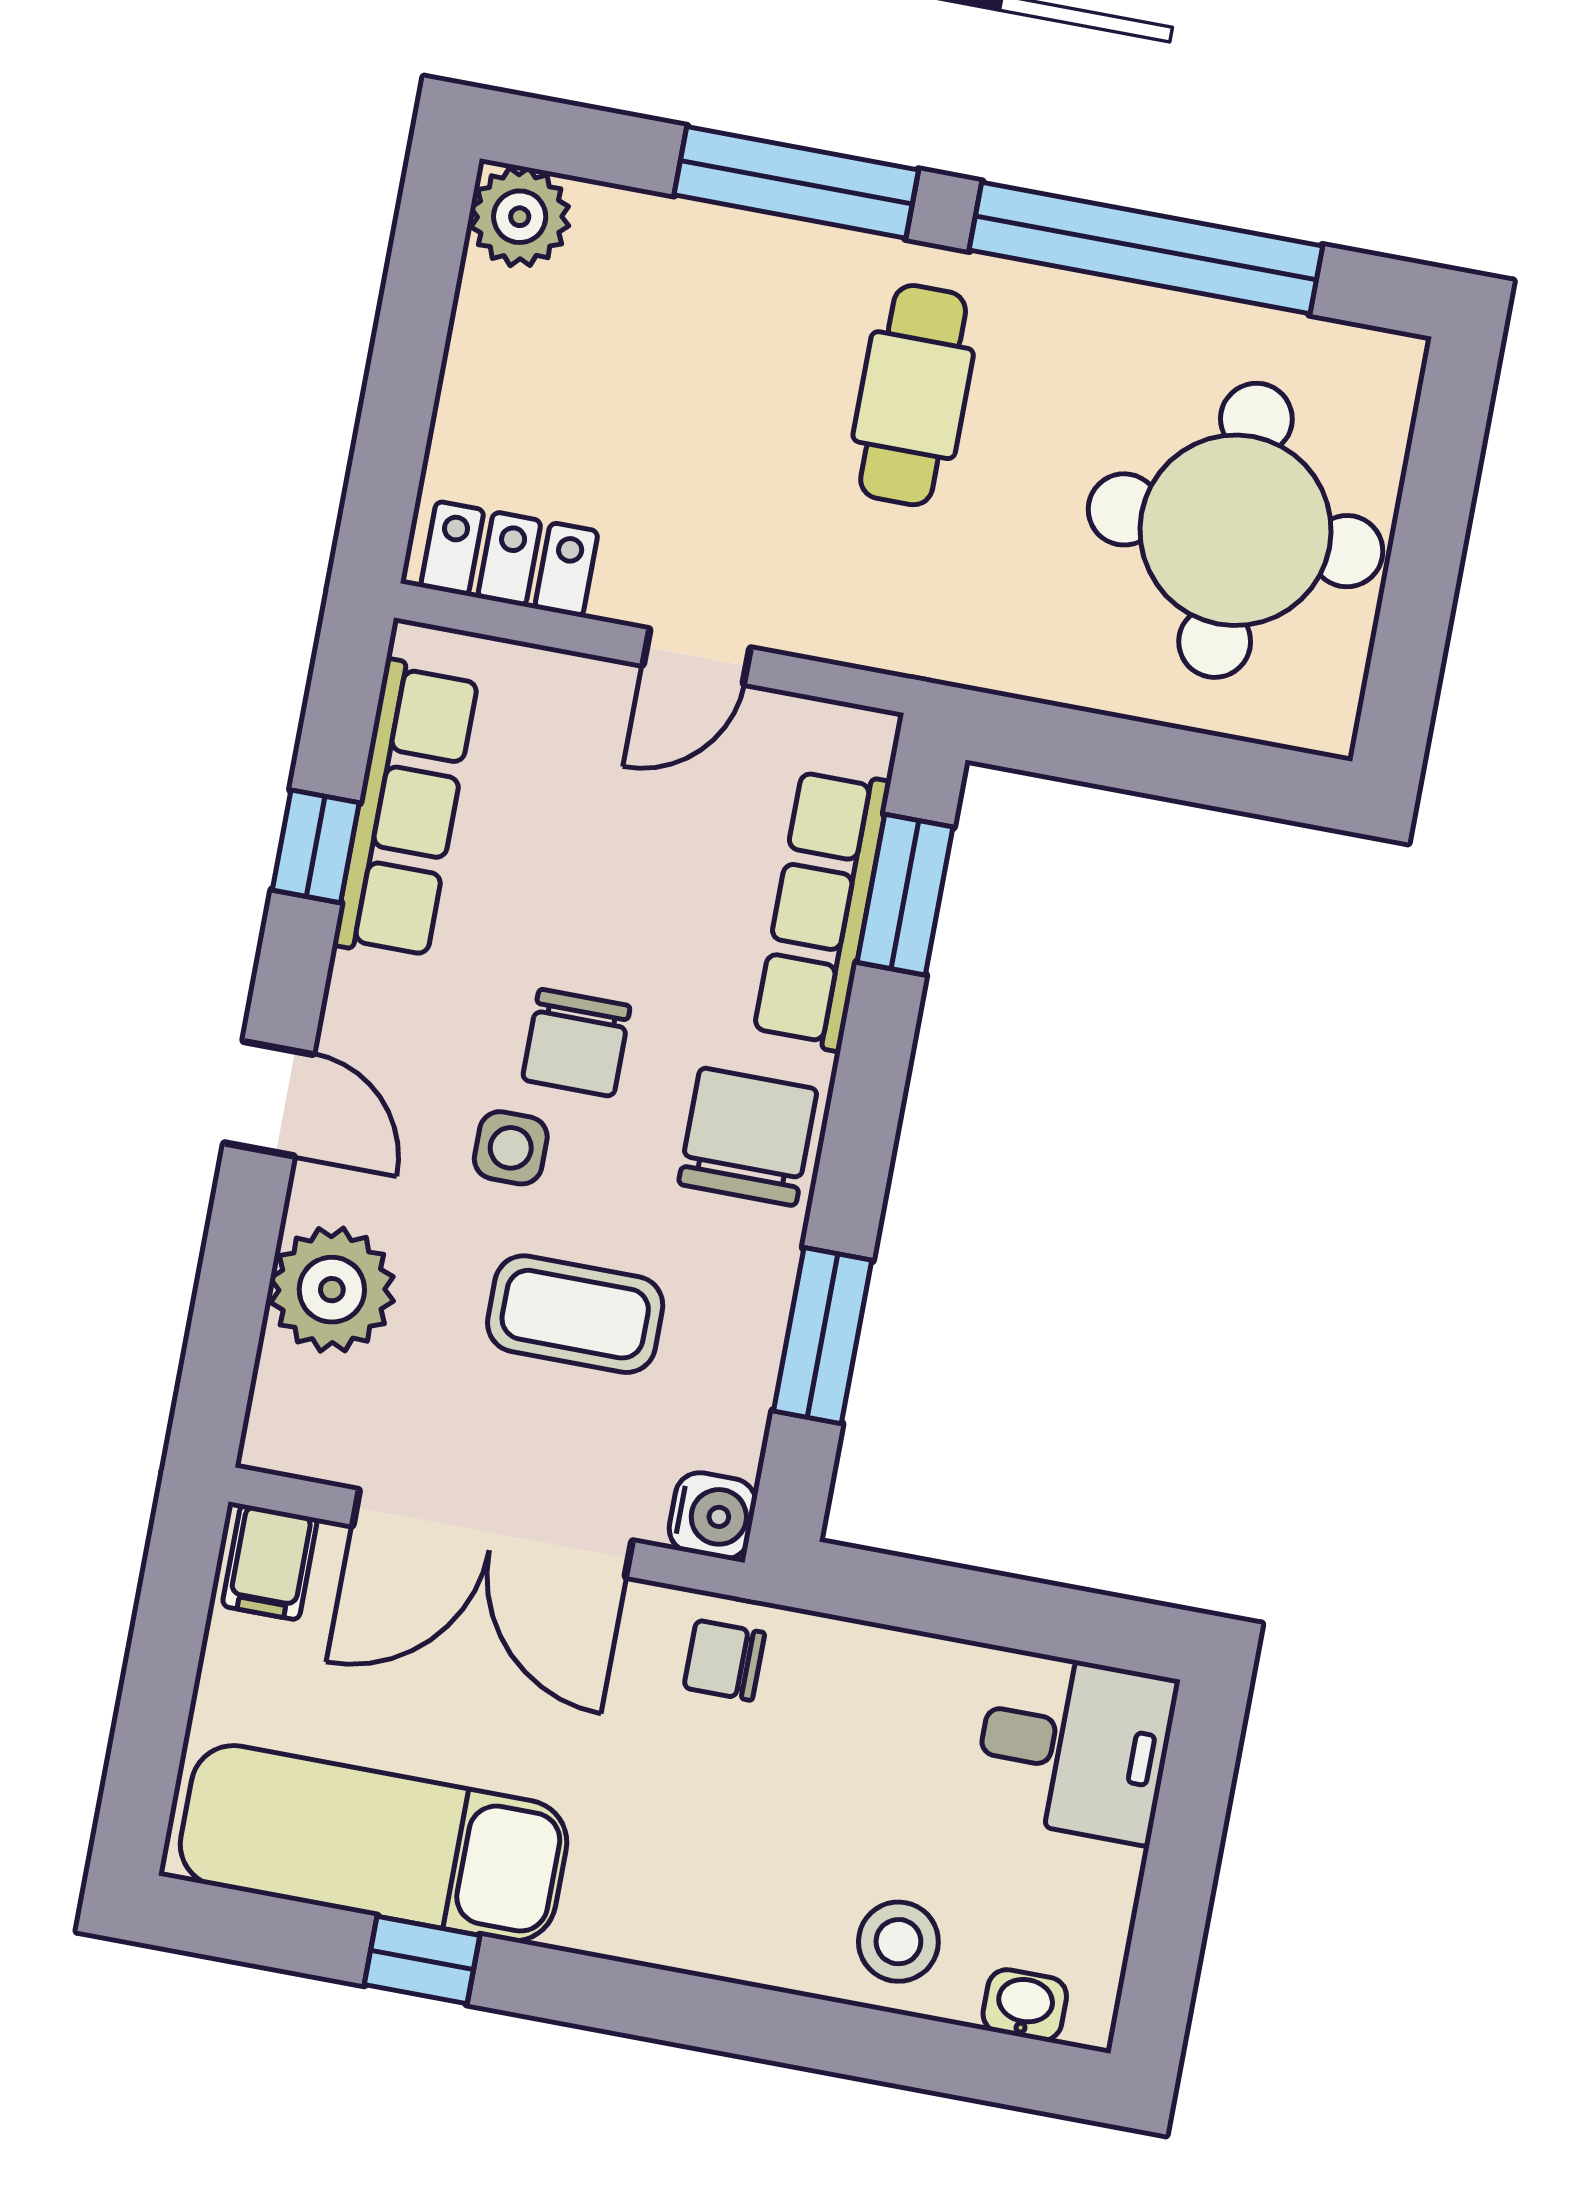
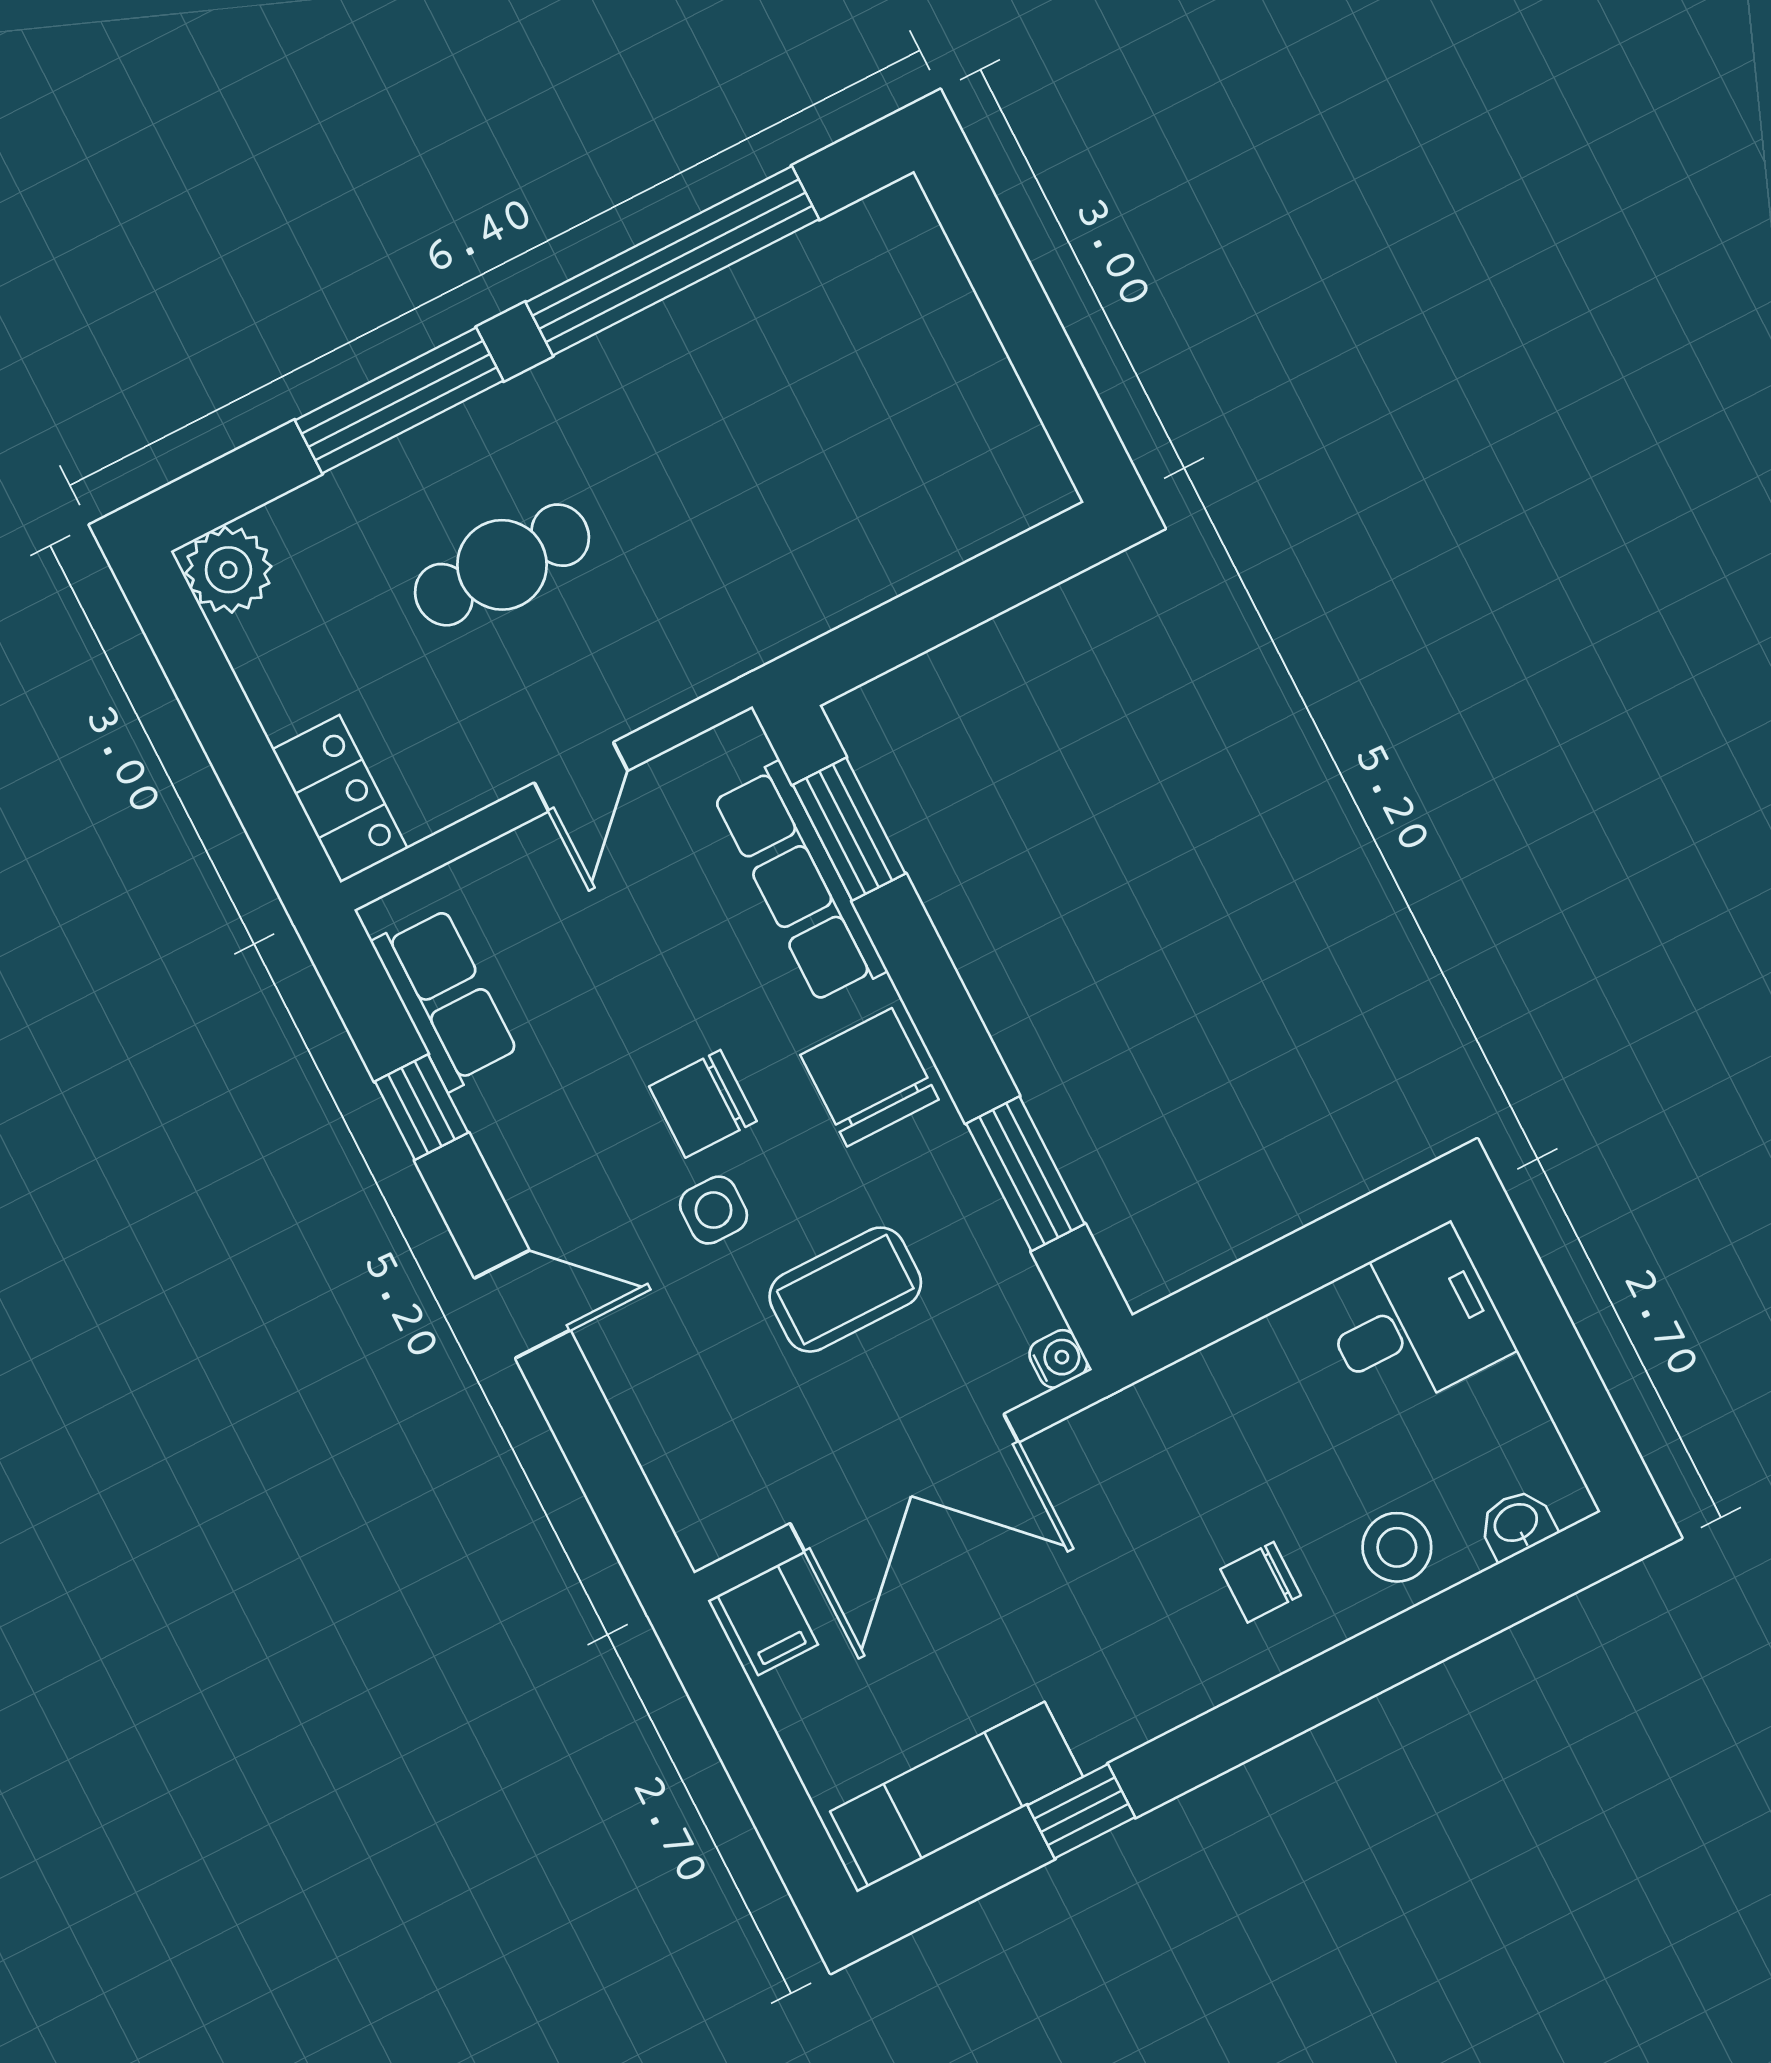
cafe table: (913, 395) -> (502, 565), moved, turned 90
round table: (1236, 530) -> (882, 406), removed
locker: (509, 559) -> (340, 799), moved, turned 90
row of seats: (406, 810) -> (445, 999), width x0.68
chair: (576, 1043) -> (703, 1104), turned 90
plant: (332, 1290) -> (666, 1401), removed
water cooler: (712, 1516) -> (1058, 1359), width x0.72, depth x0.72
chair: (724, 1660) -> (1261, 1582), moved
exam couch: (373, 1843) -> (957, 1794), width x0.73, depth x0.69

